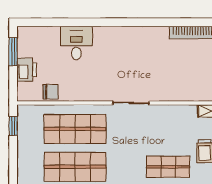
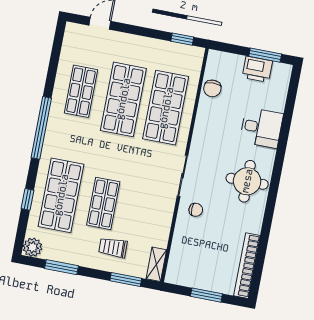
round table: (125, 46) -> (247, 181), added
printer: (27, 70) -> (257, 69), moved
chair: (158, 86) -> (196, 210), added

